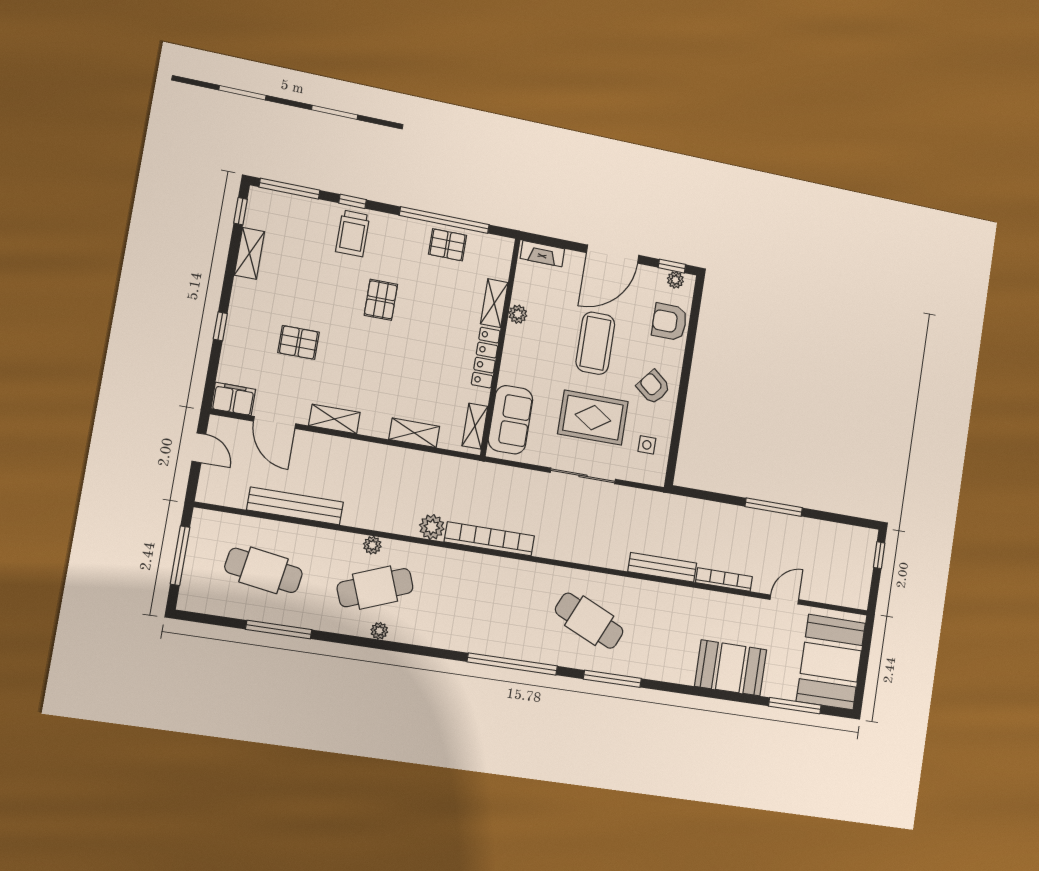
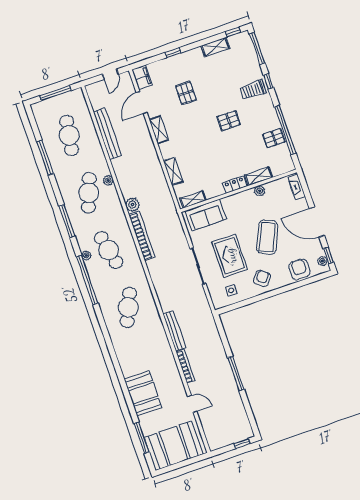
pallet: (448, 245) -> (274, 138), turned 90
coffee table: (595, 343) -> (267, 237), turned -66
locker: (486, 358) -> (235, 185), width x0.66
cafe table: (375, 588) -> (89, 193), turned 42
cafe table: (484, 604) -> (109, 250), added
plant: (379, 631) -> (86, 255), moved
window: (612, 679) -> (67, 221), moved

